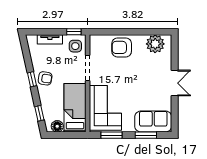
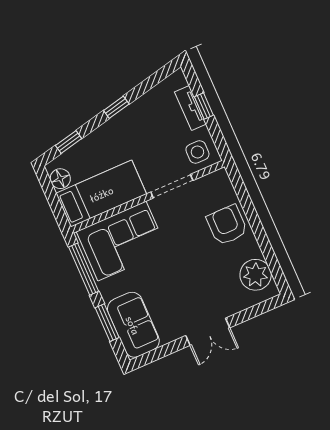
window: (74, 32) -> (204, 106), moved
armchair: (45, 78) -> (127, 127), removed
window: (111, 135) -> (84, 269), width x1.44

